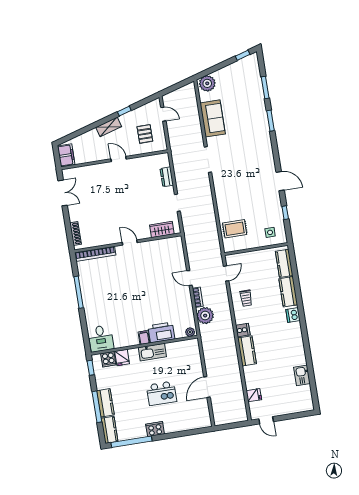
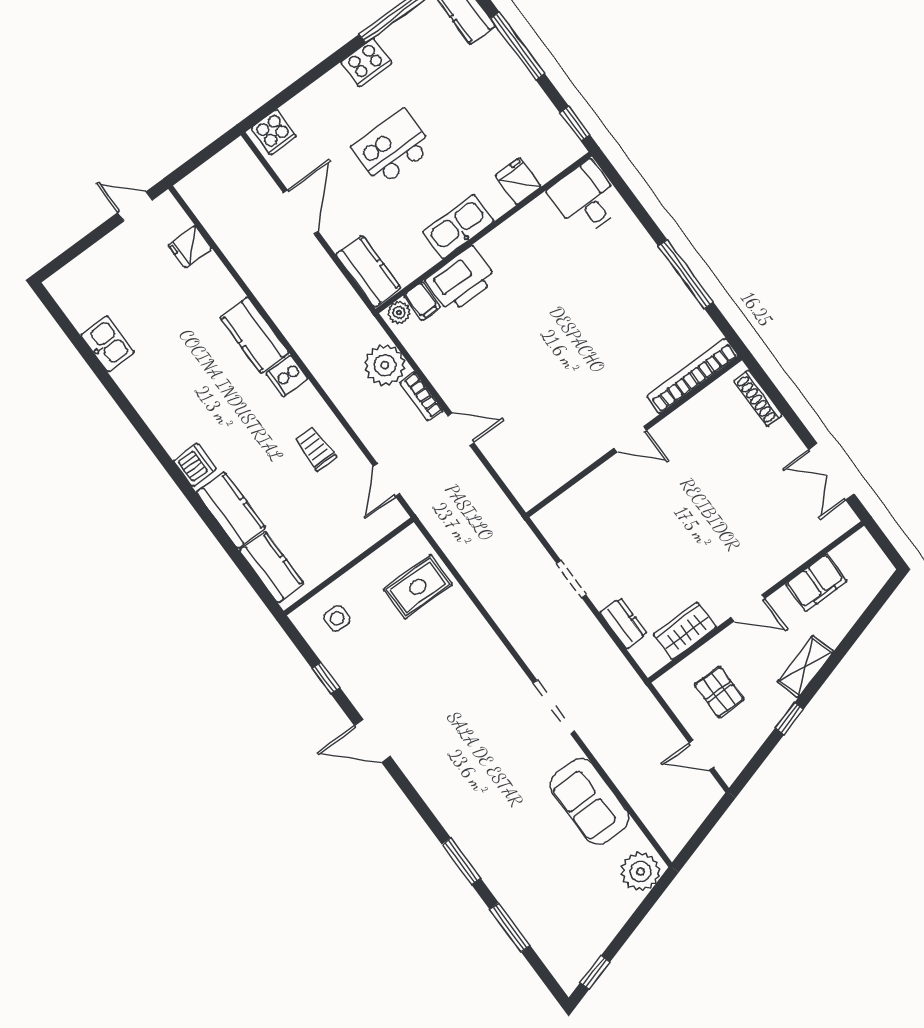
filing cabinet: (66, 155) -> (816, 583), moved, turned -90
wardrobe: (162, 230) -> (685, 631), moved, turned 180
filing cabinet: (144, 338) -> (422, 301), moved
cooker: (108, 359) -> (274, 132), moved, turned 180
kitchen counter: (105, 403) -> (368, 271), moved, turned 180

